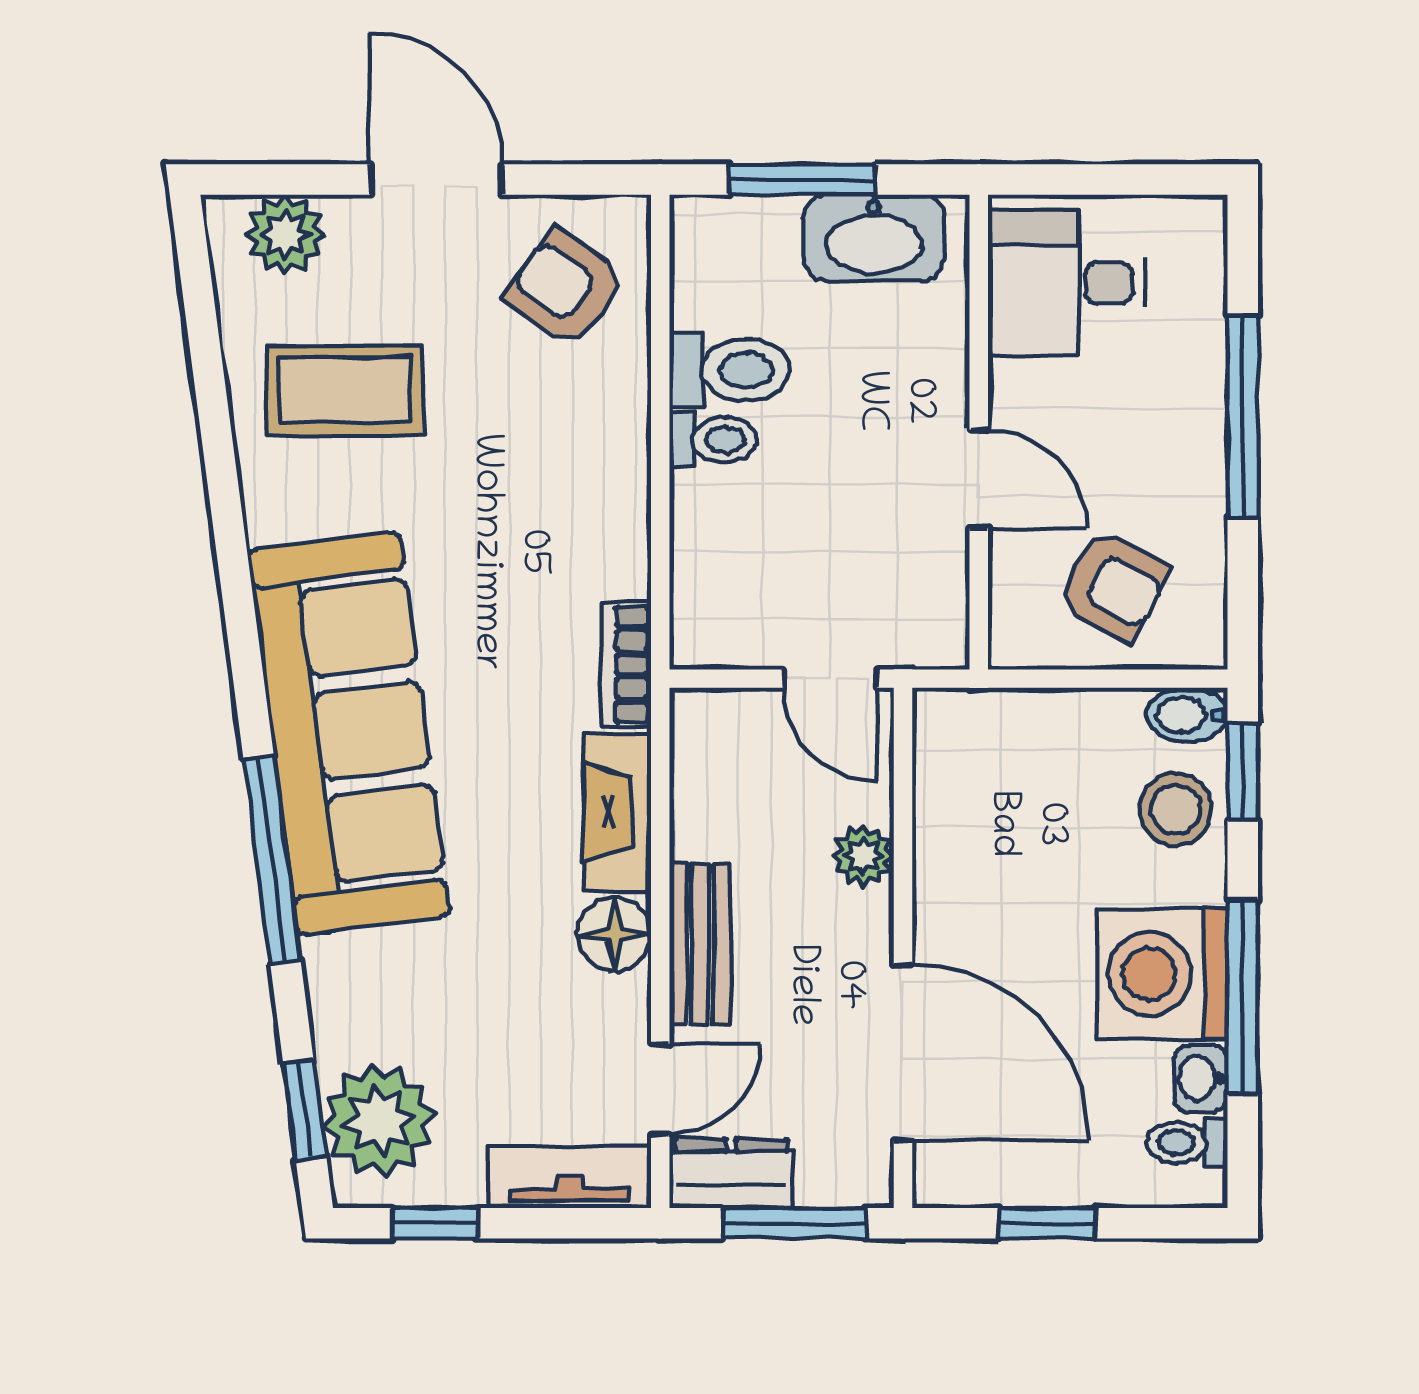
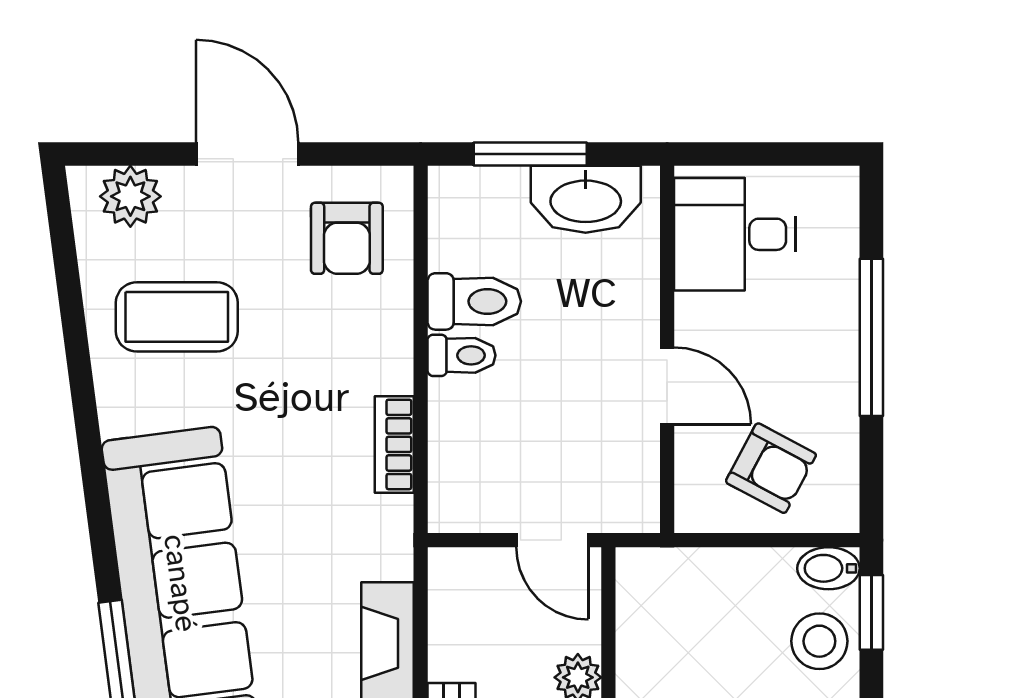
armchair: (565, 288) -> (347, 238), turned -126
bookcase: (626, 665) -> (394, 444), moved

